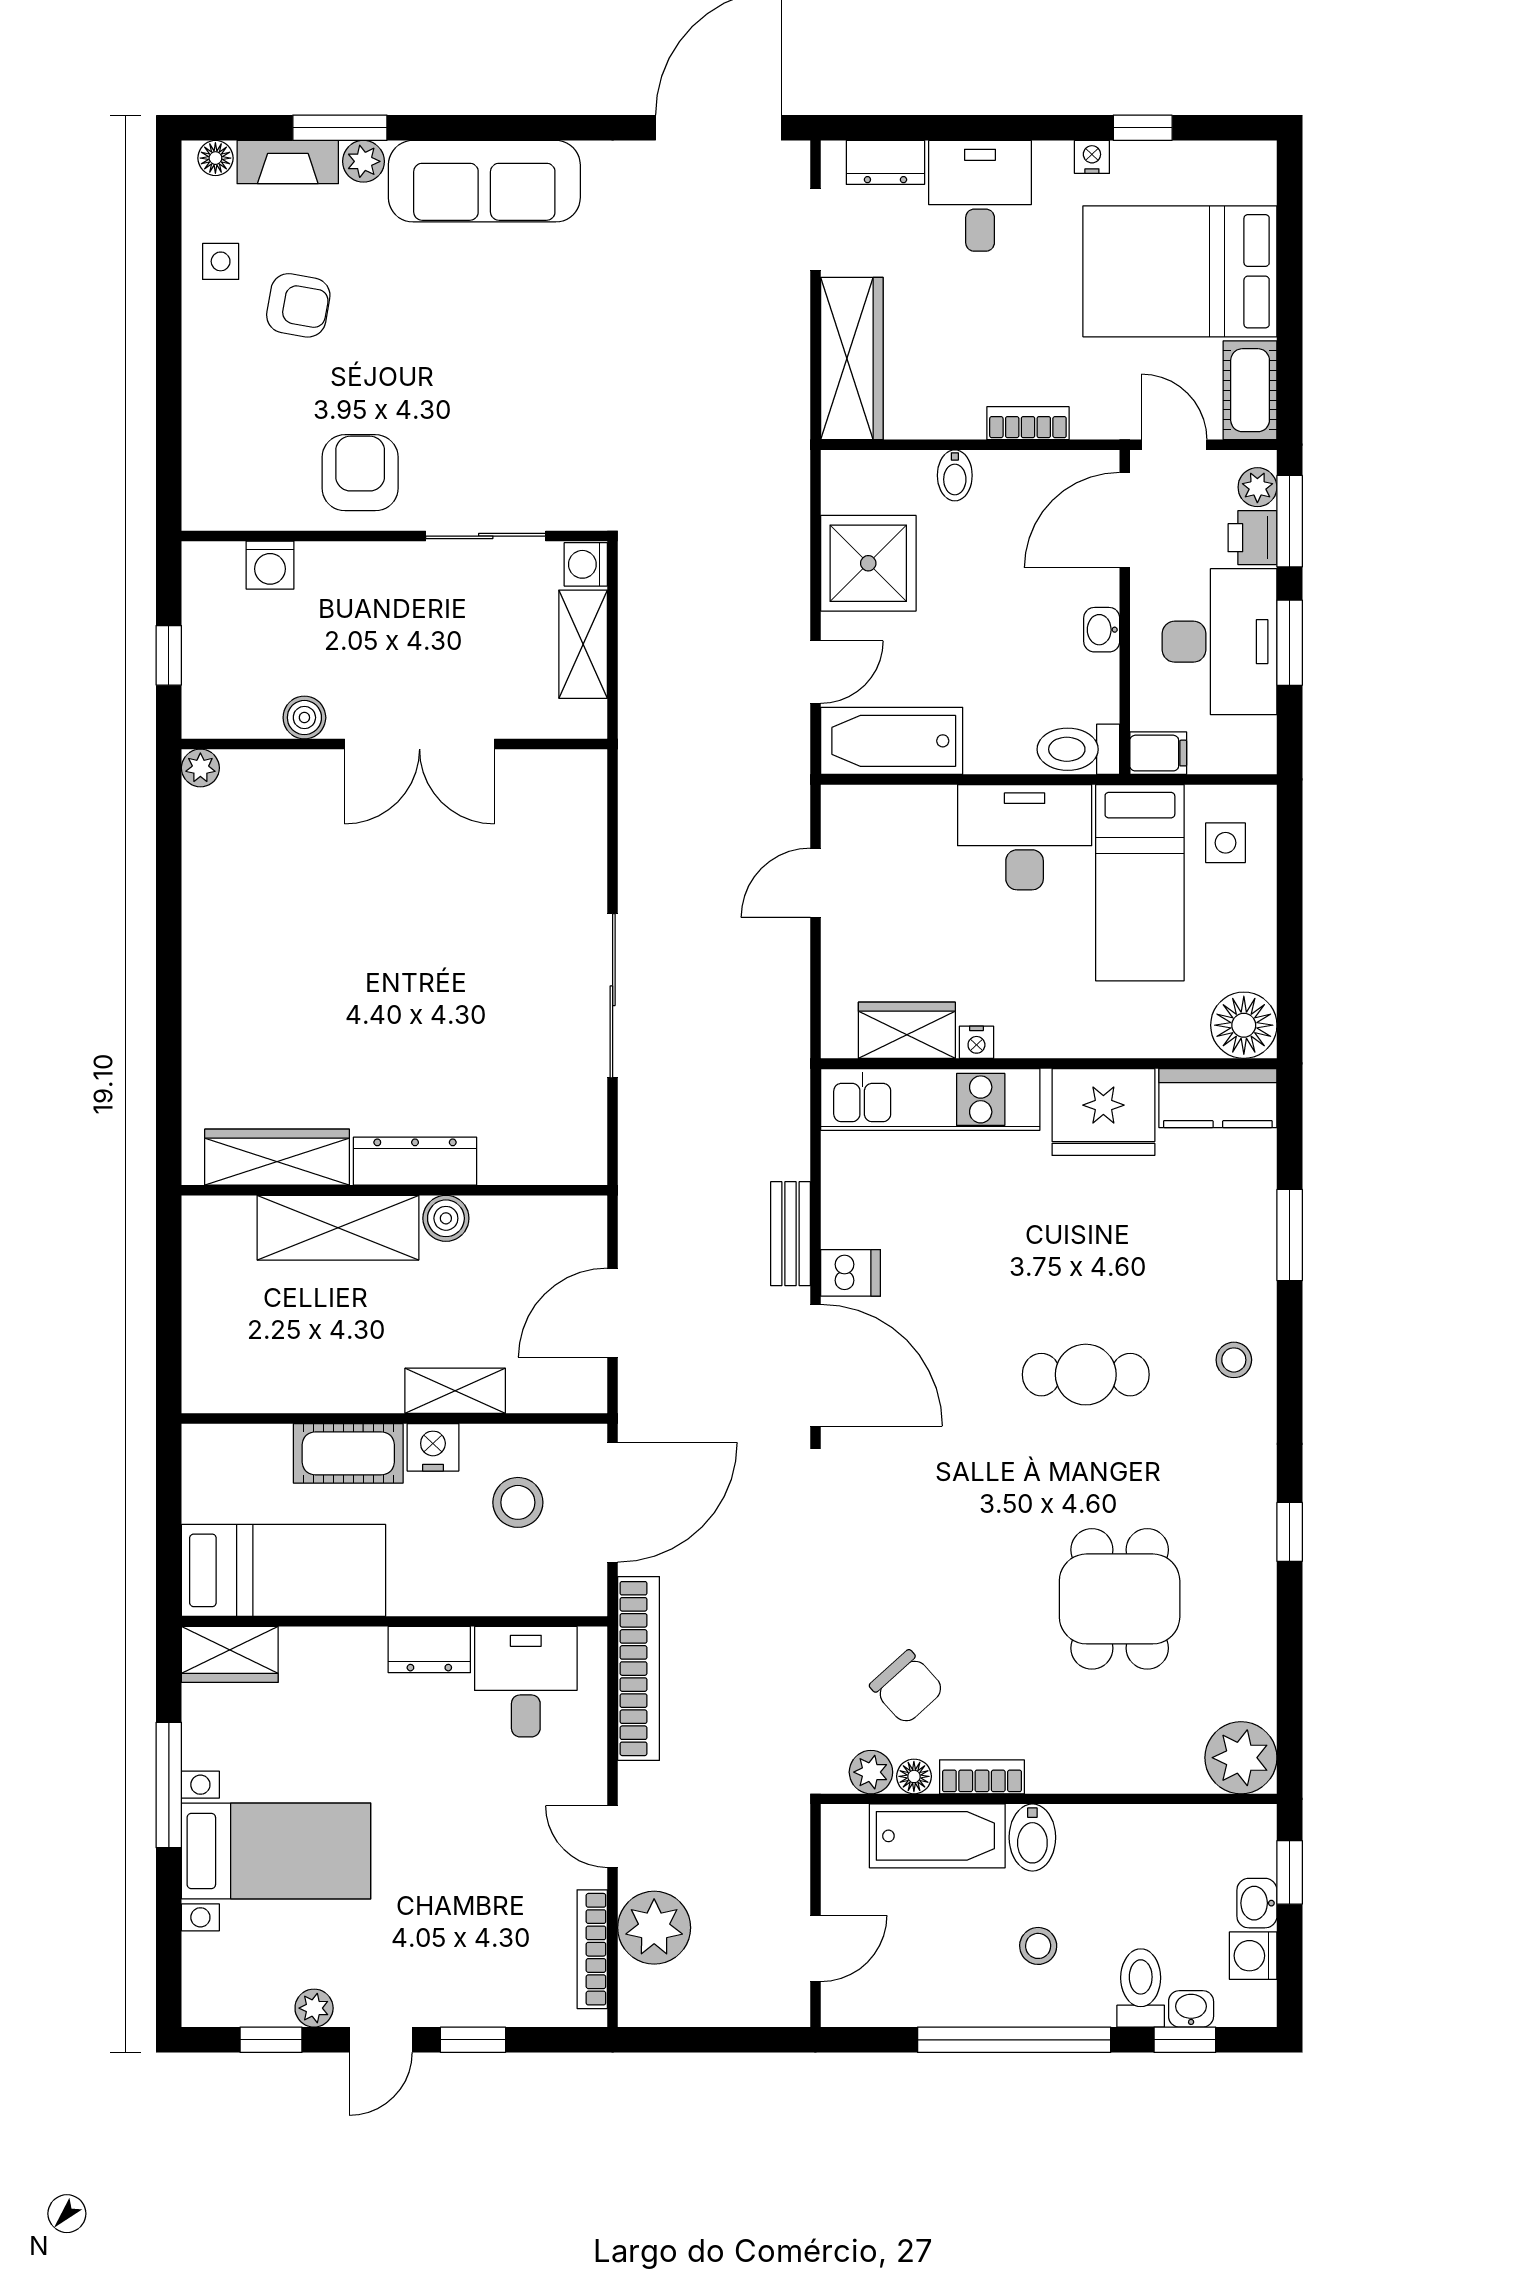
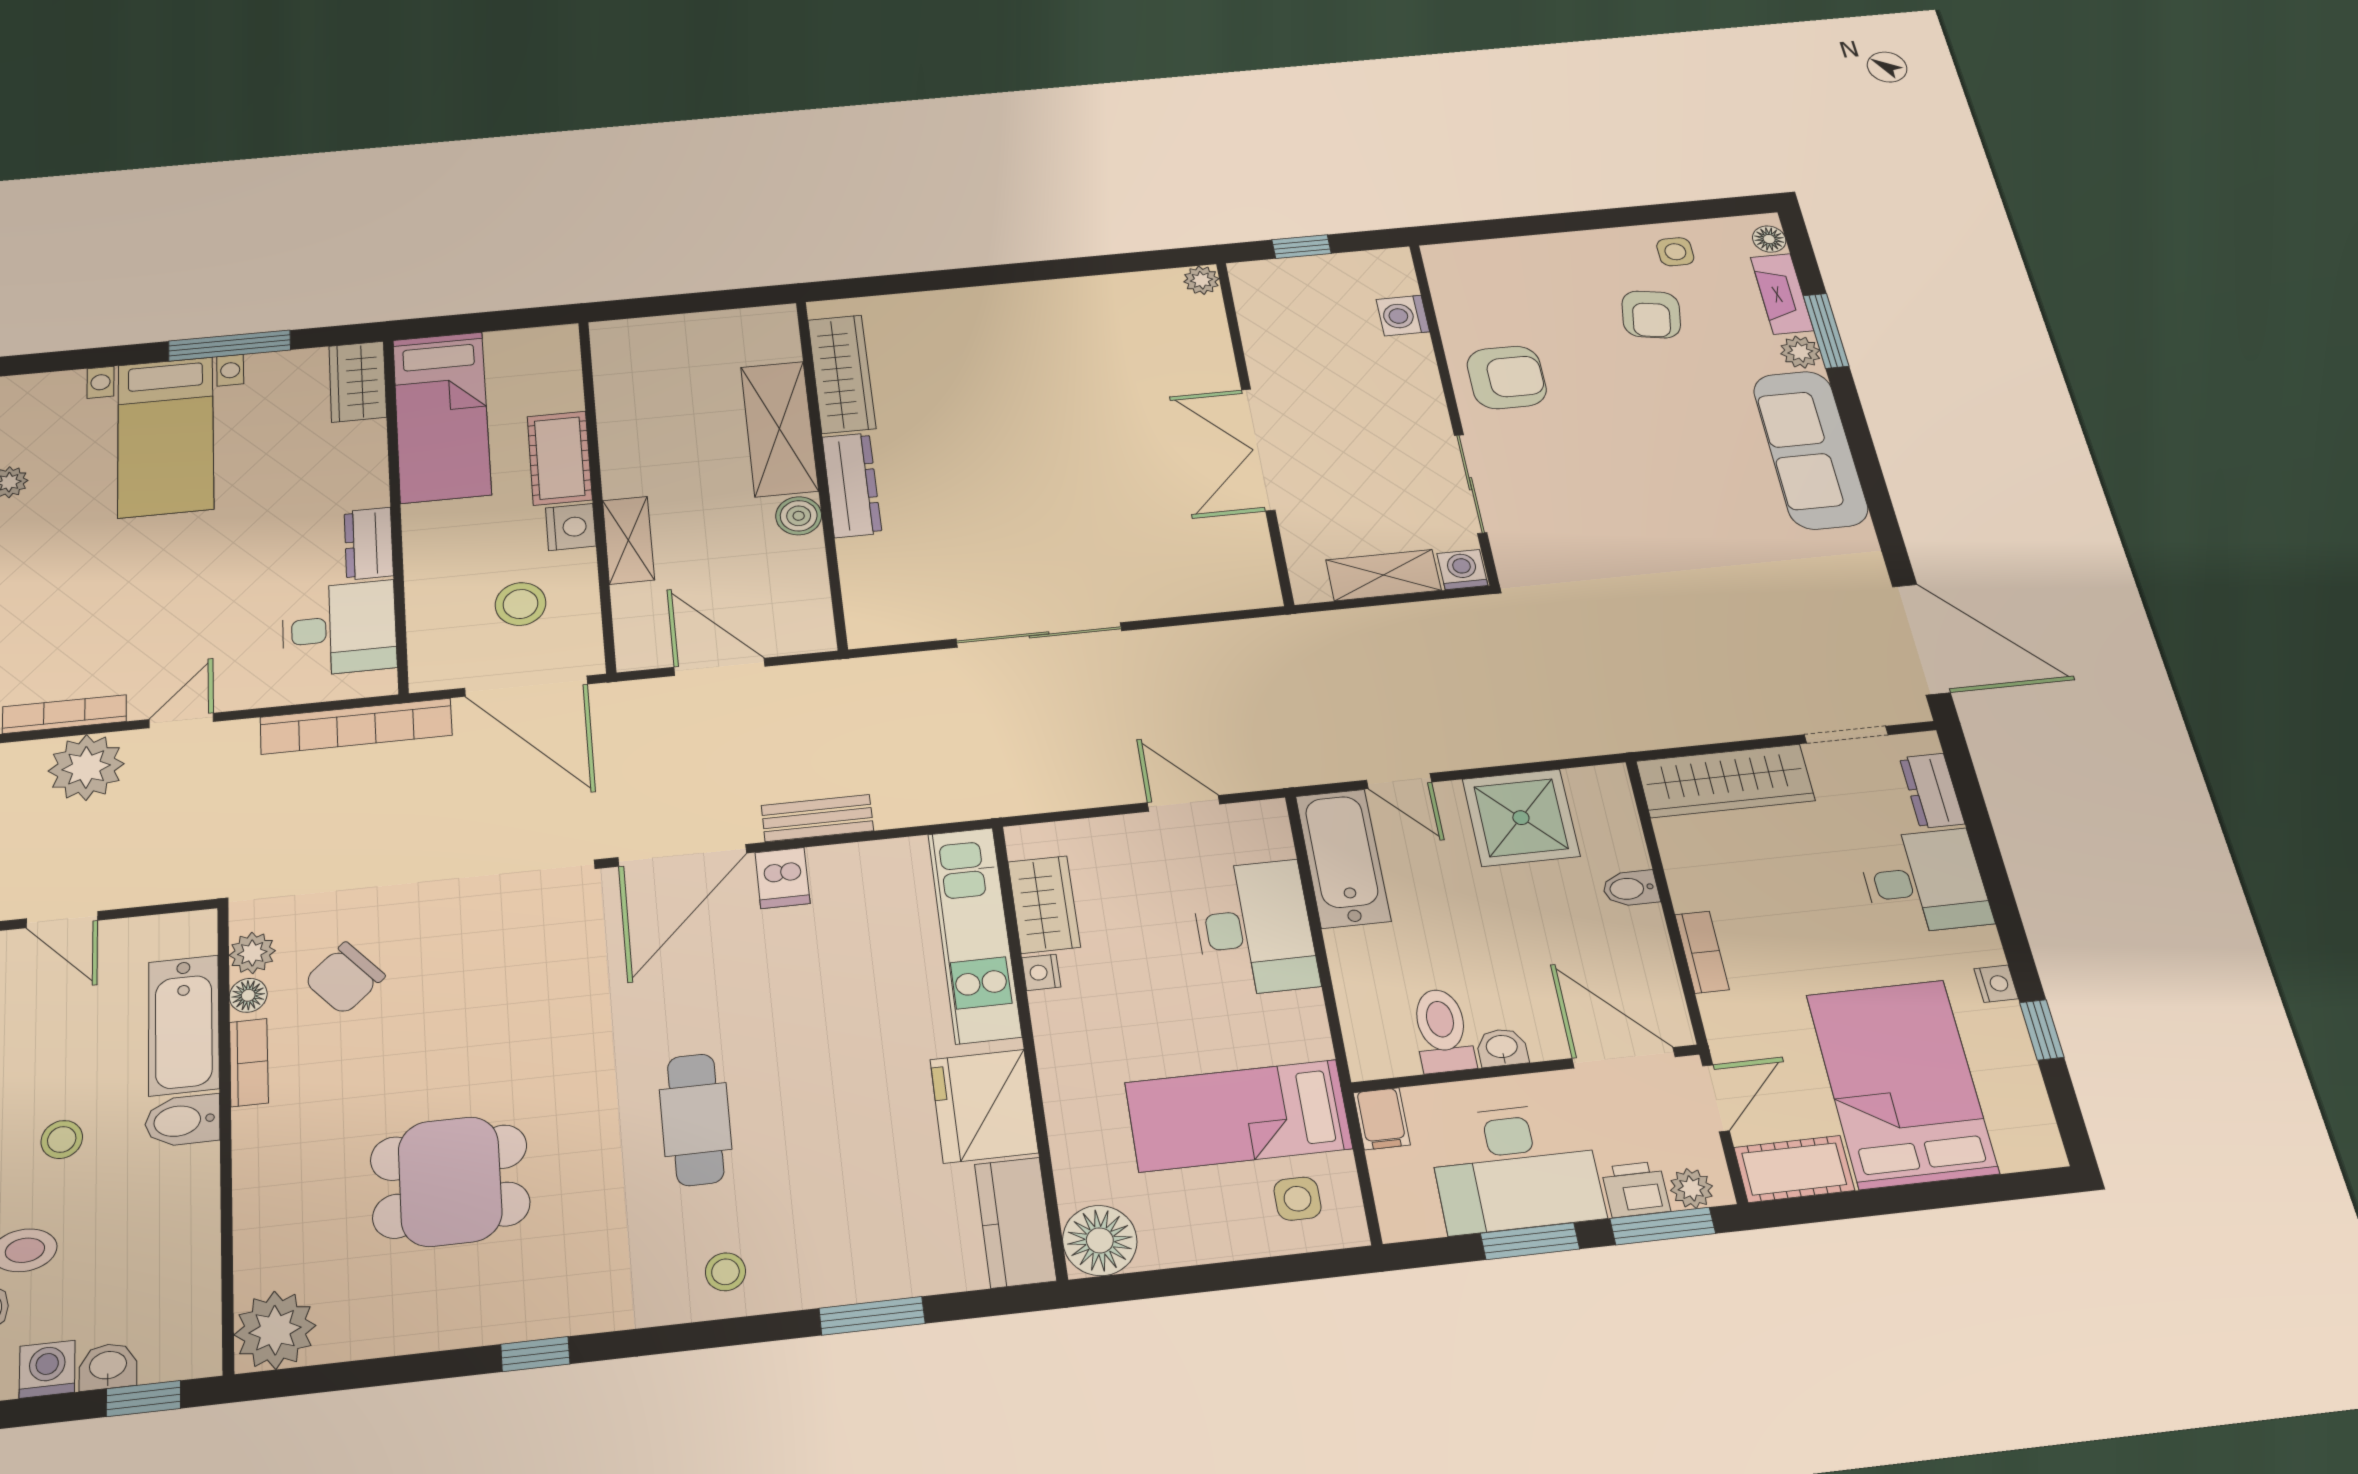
boiler: (304, 718) -> (1265, 356), removed
toilet: (1078, 749) -> (1442, 1031), moved
desk: (1025, 837) -> (1254, 928), moved

